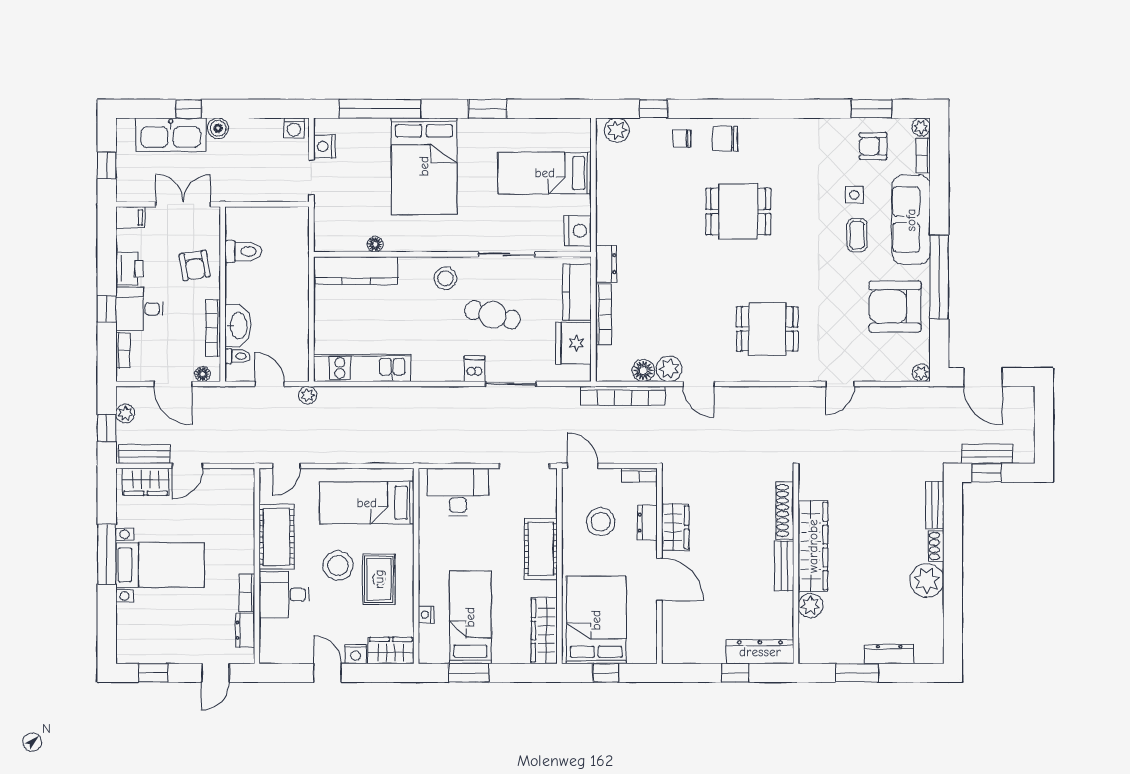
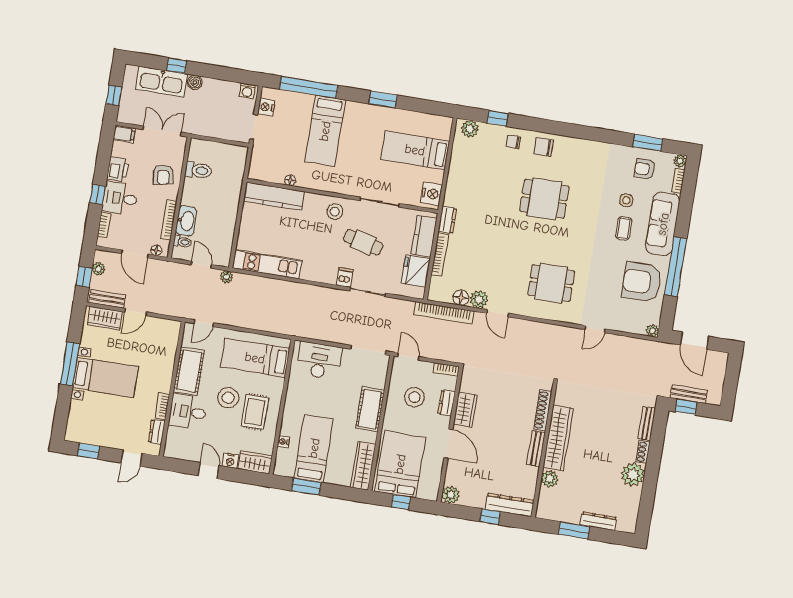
bed: (424, 166) -> (325, 131), width x0.67
plant: (674, 651) -> (451, 495), added

